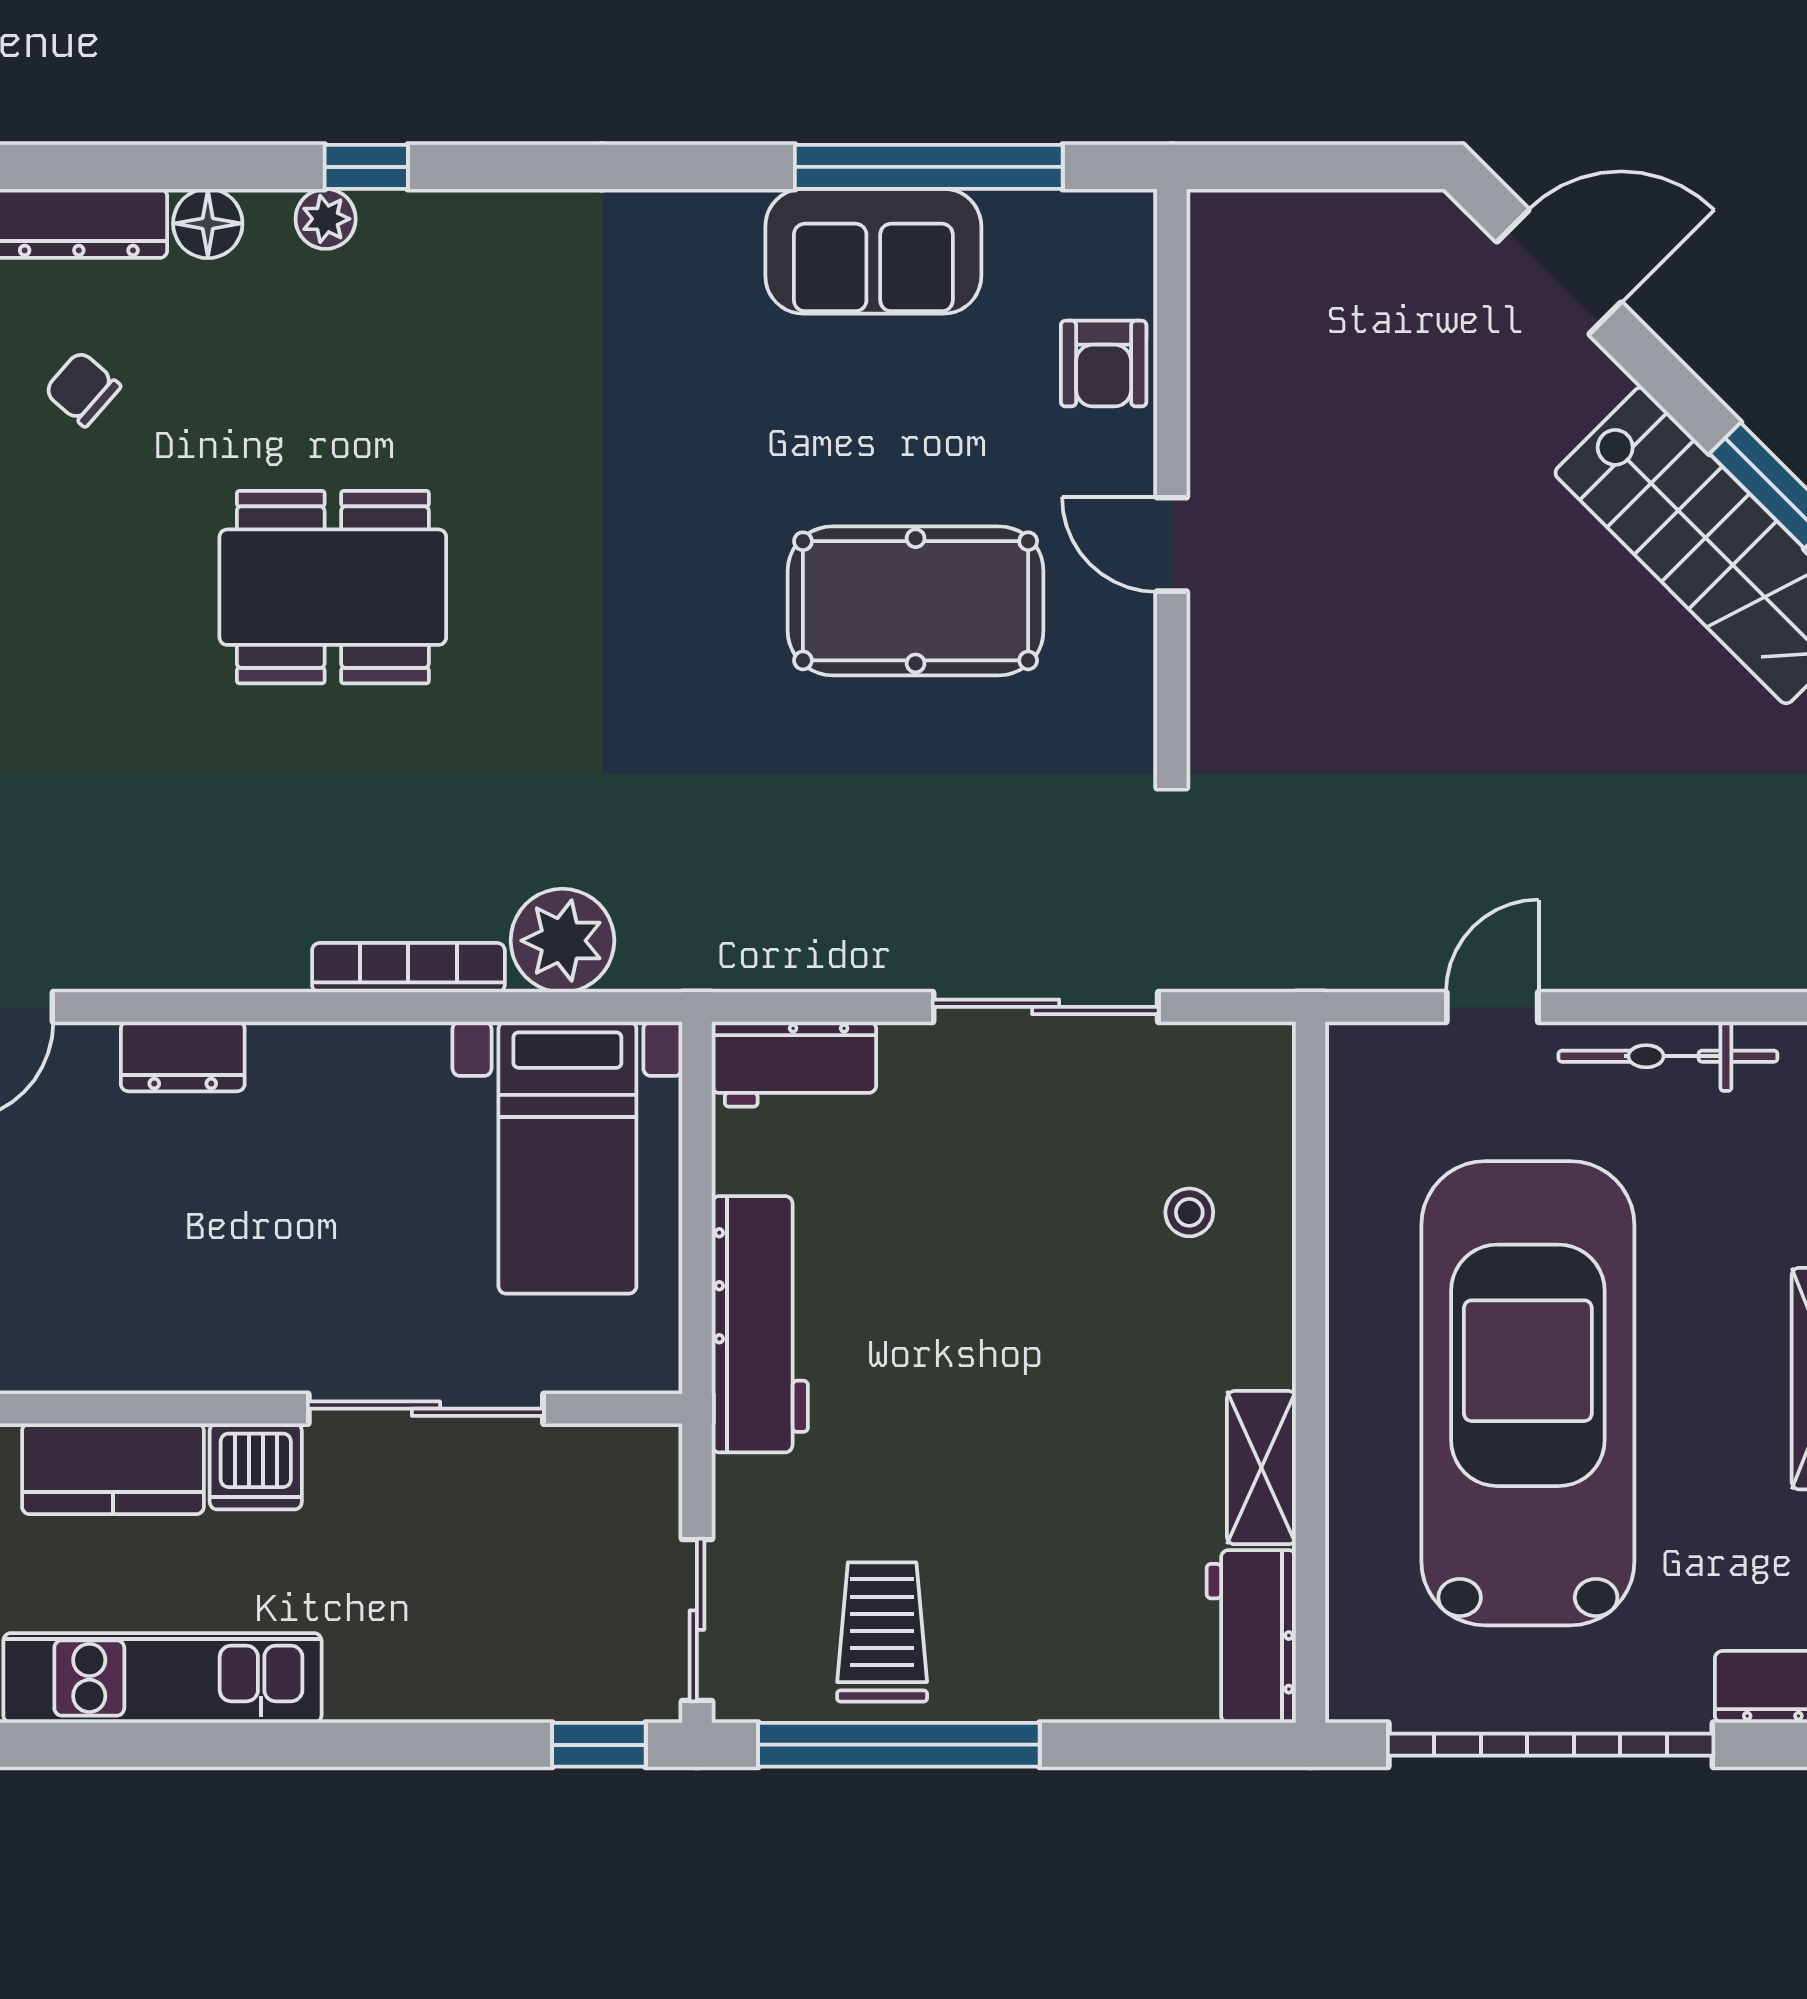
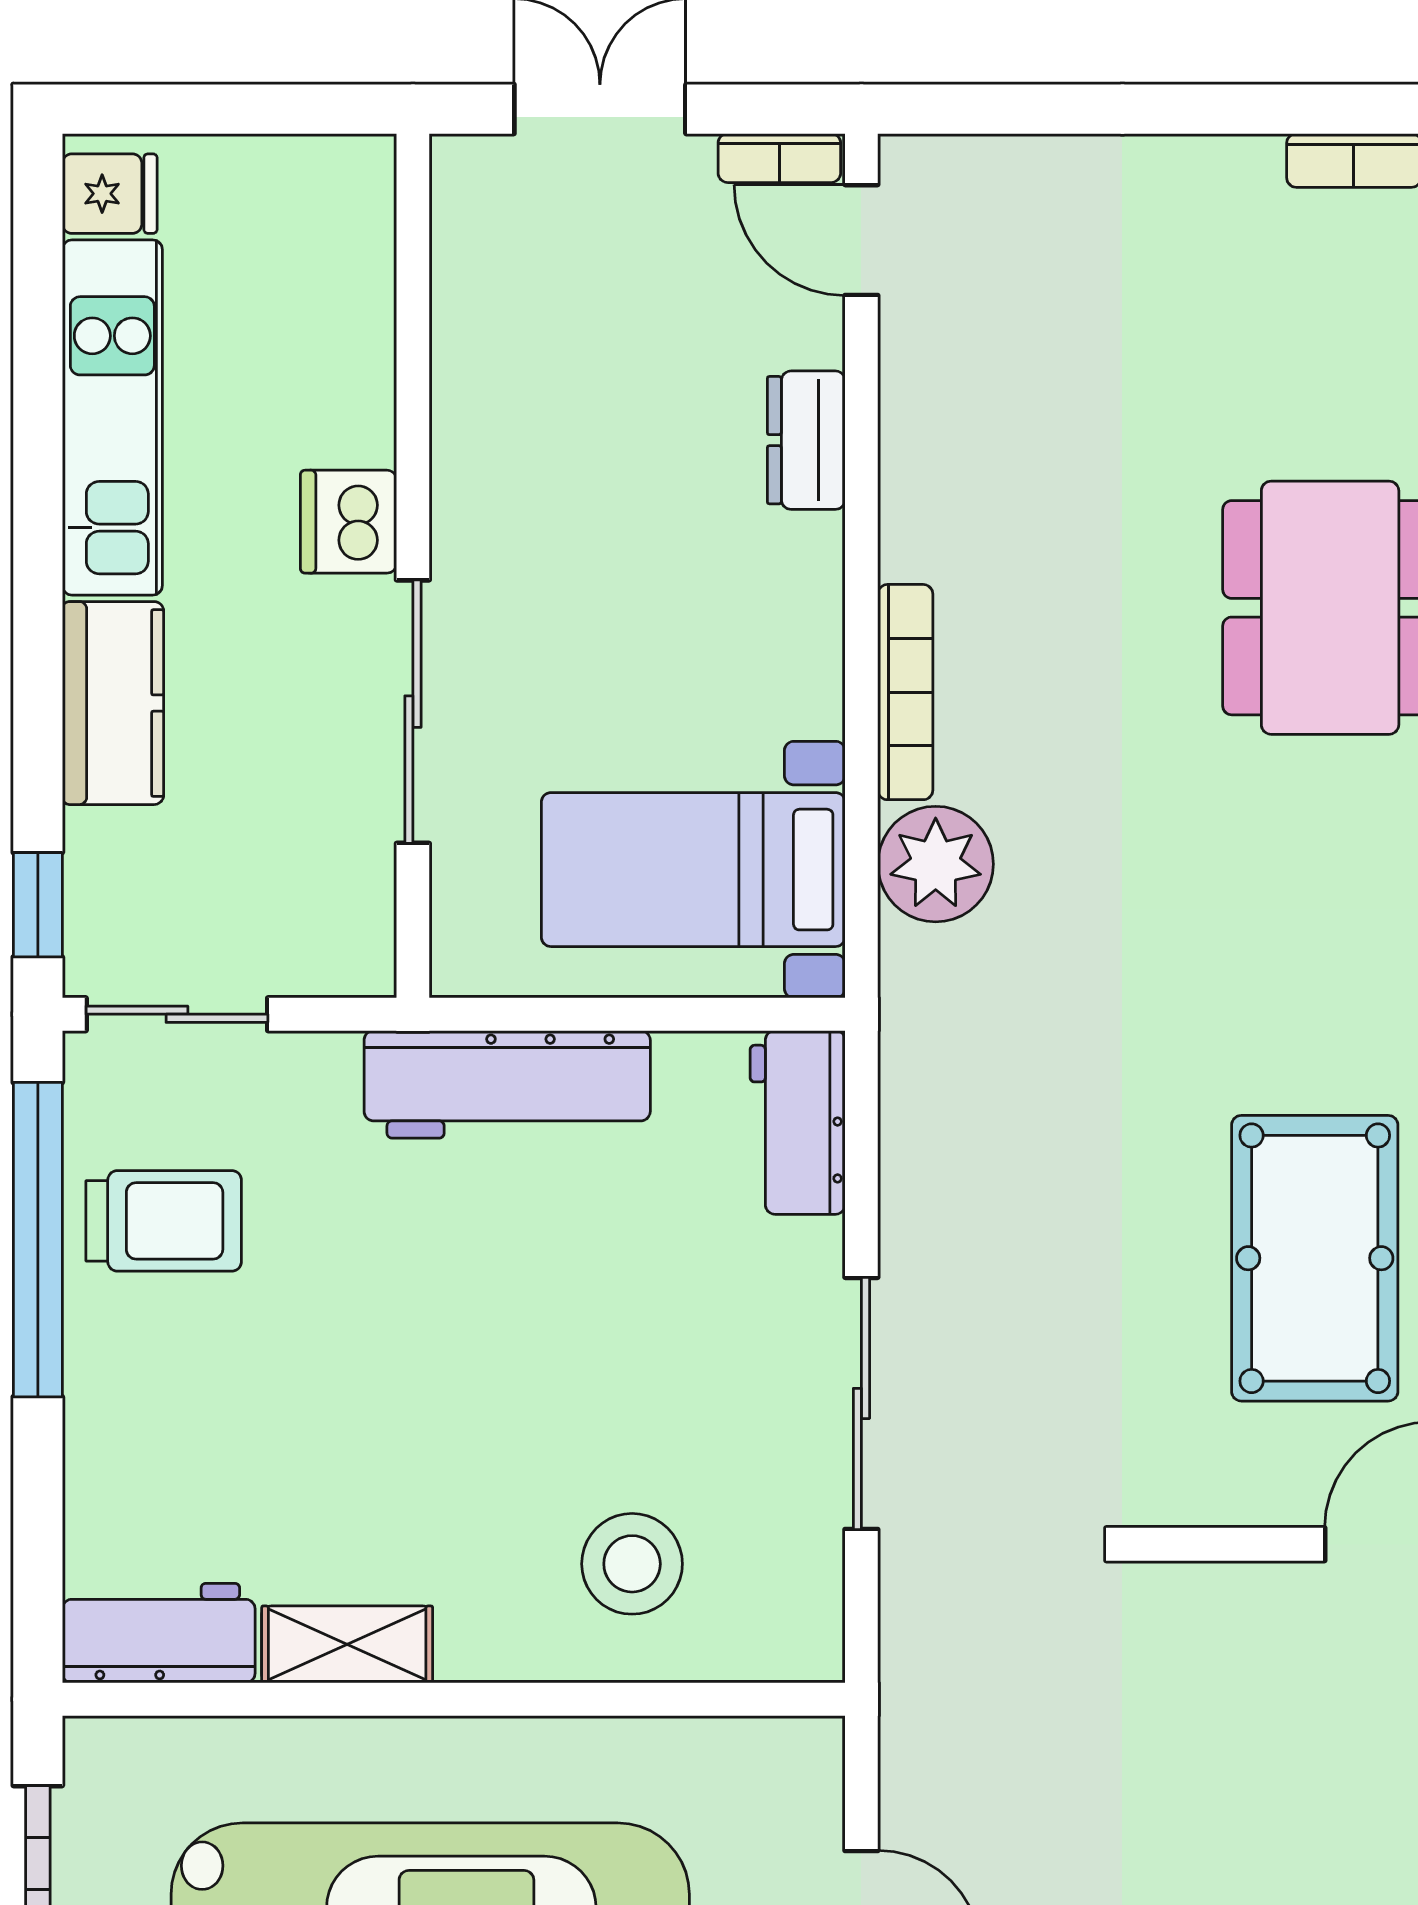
stool: (1189, 1212) -> (632, 1564), width x1.89, depth x1.89
kitchen counter: (113, 1469) -> (113, 703), moved, turned 180

